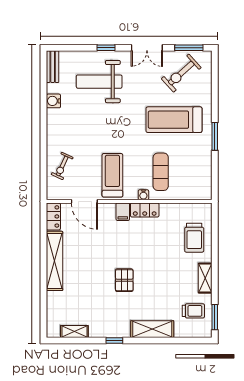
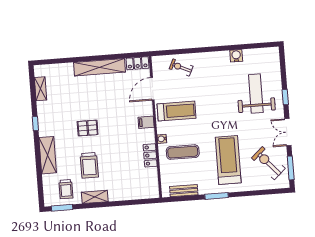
bench: (53, 67) -> (184, 191), moved
locker: (145, 210) -> (150, 155), moved
trolley: (194, 238) -> (89, 165), moved, turned -90

